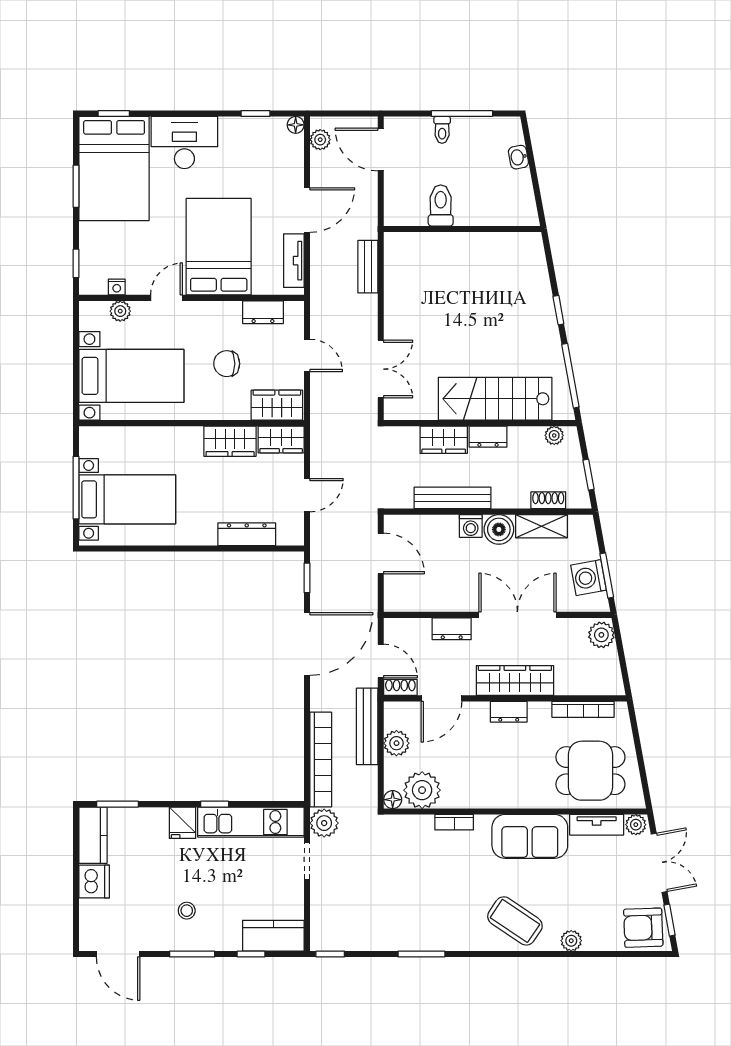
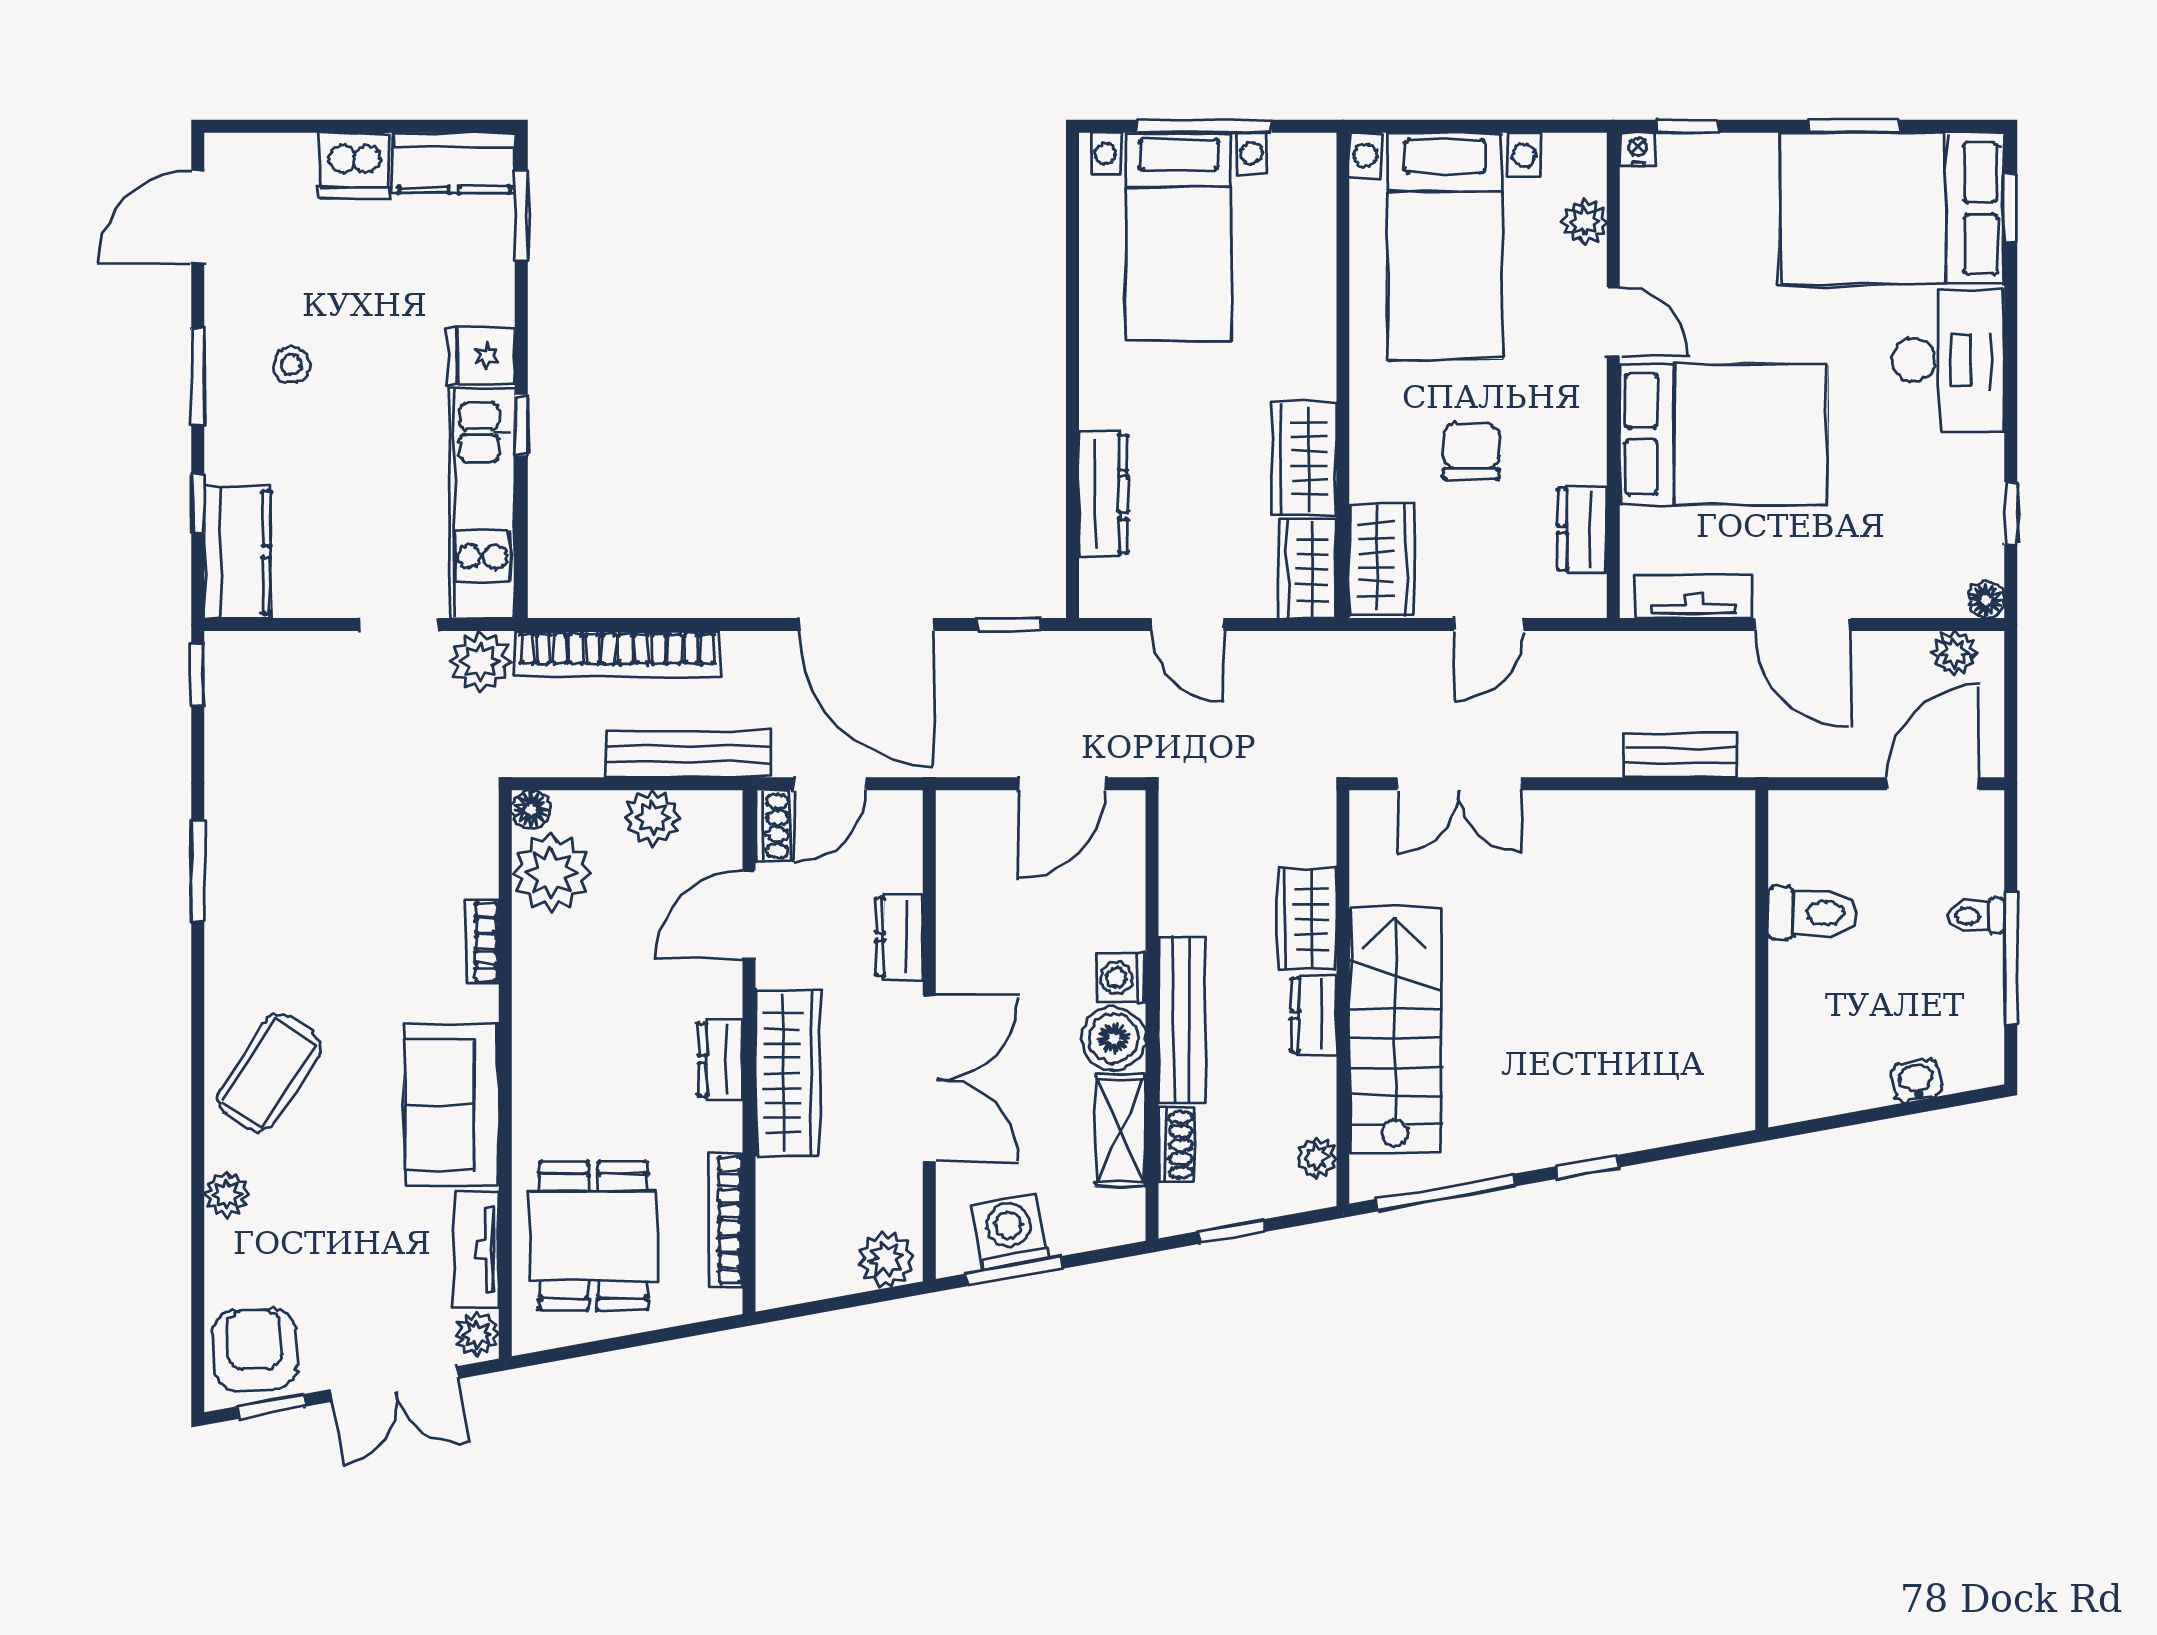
nightstand: (117, 287) -> (1638, 150), moved, turned 90
bench: (453, 498) -> (1182, 1020), moved
door: (441, 698) -> (749, 915), hinge flipped

